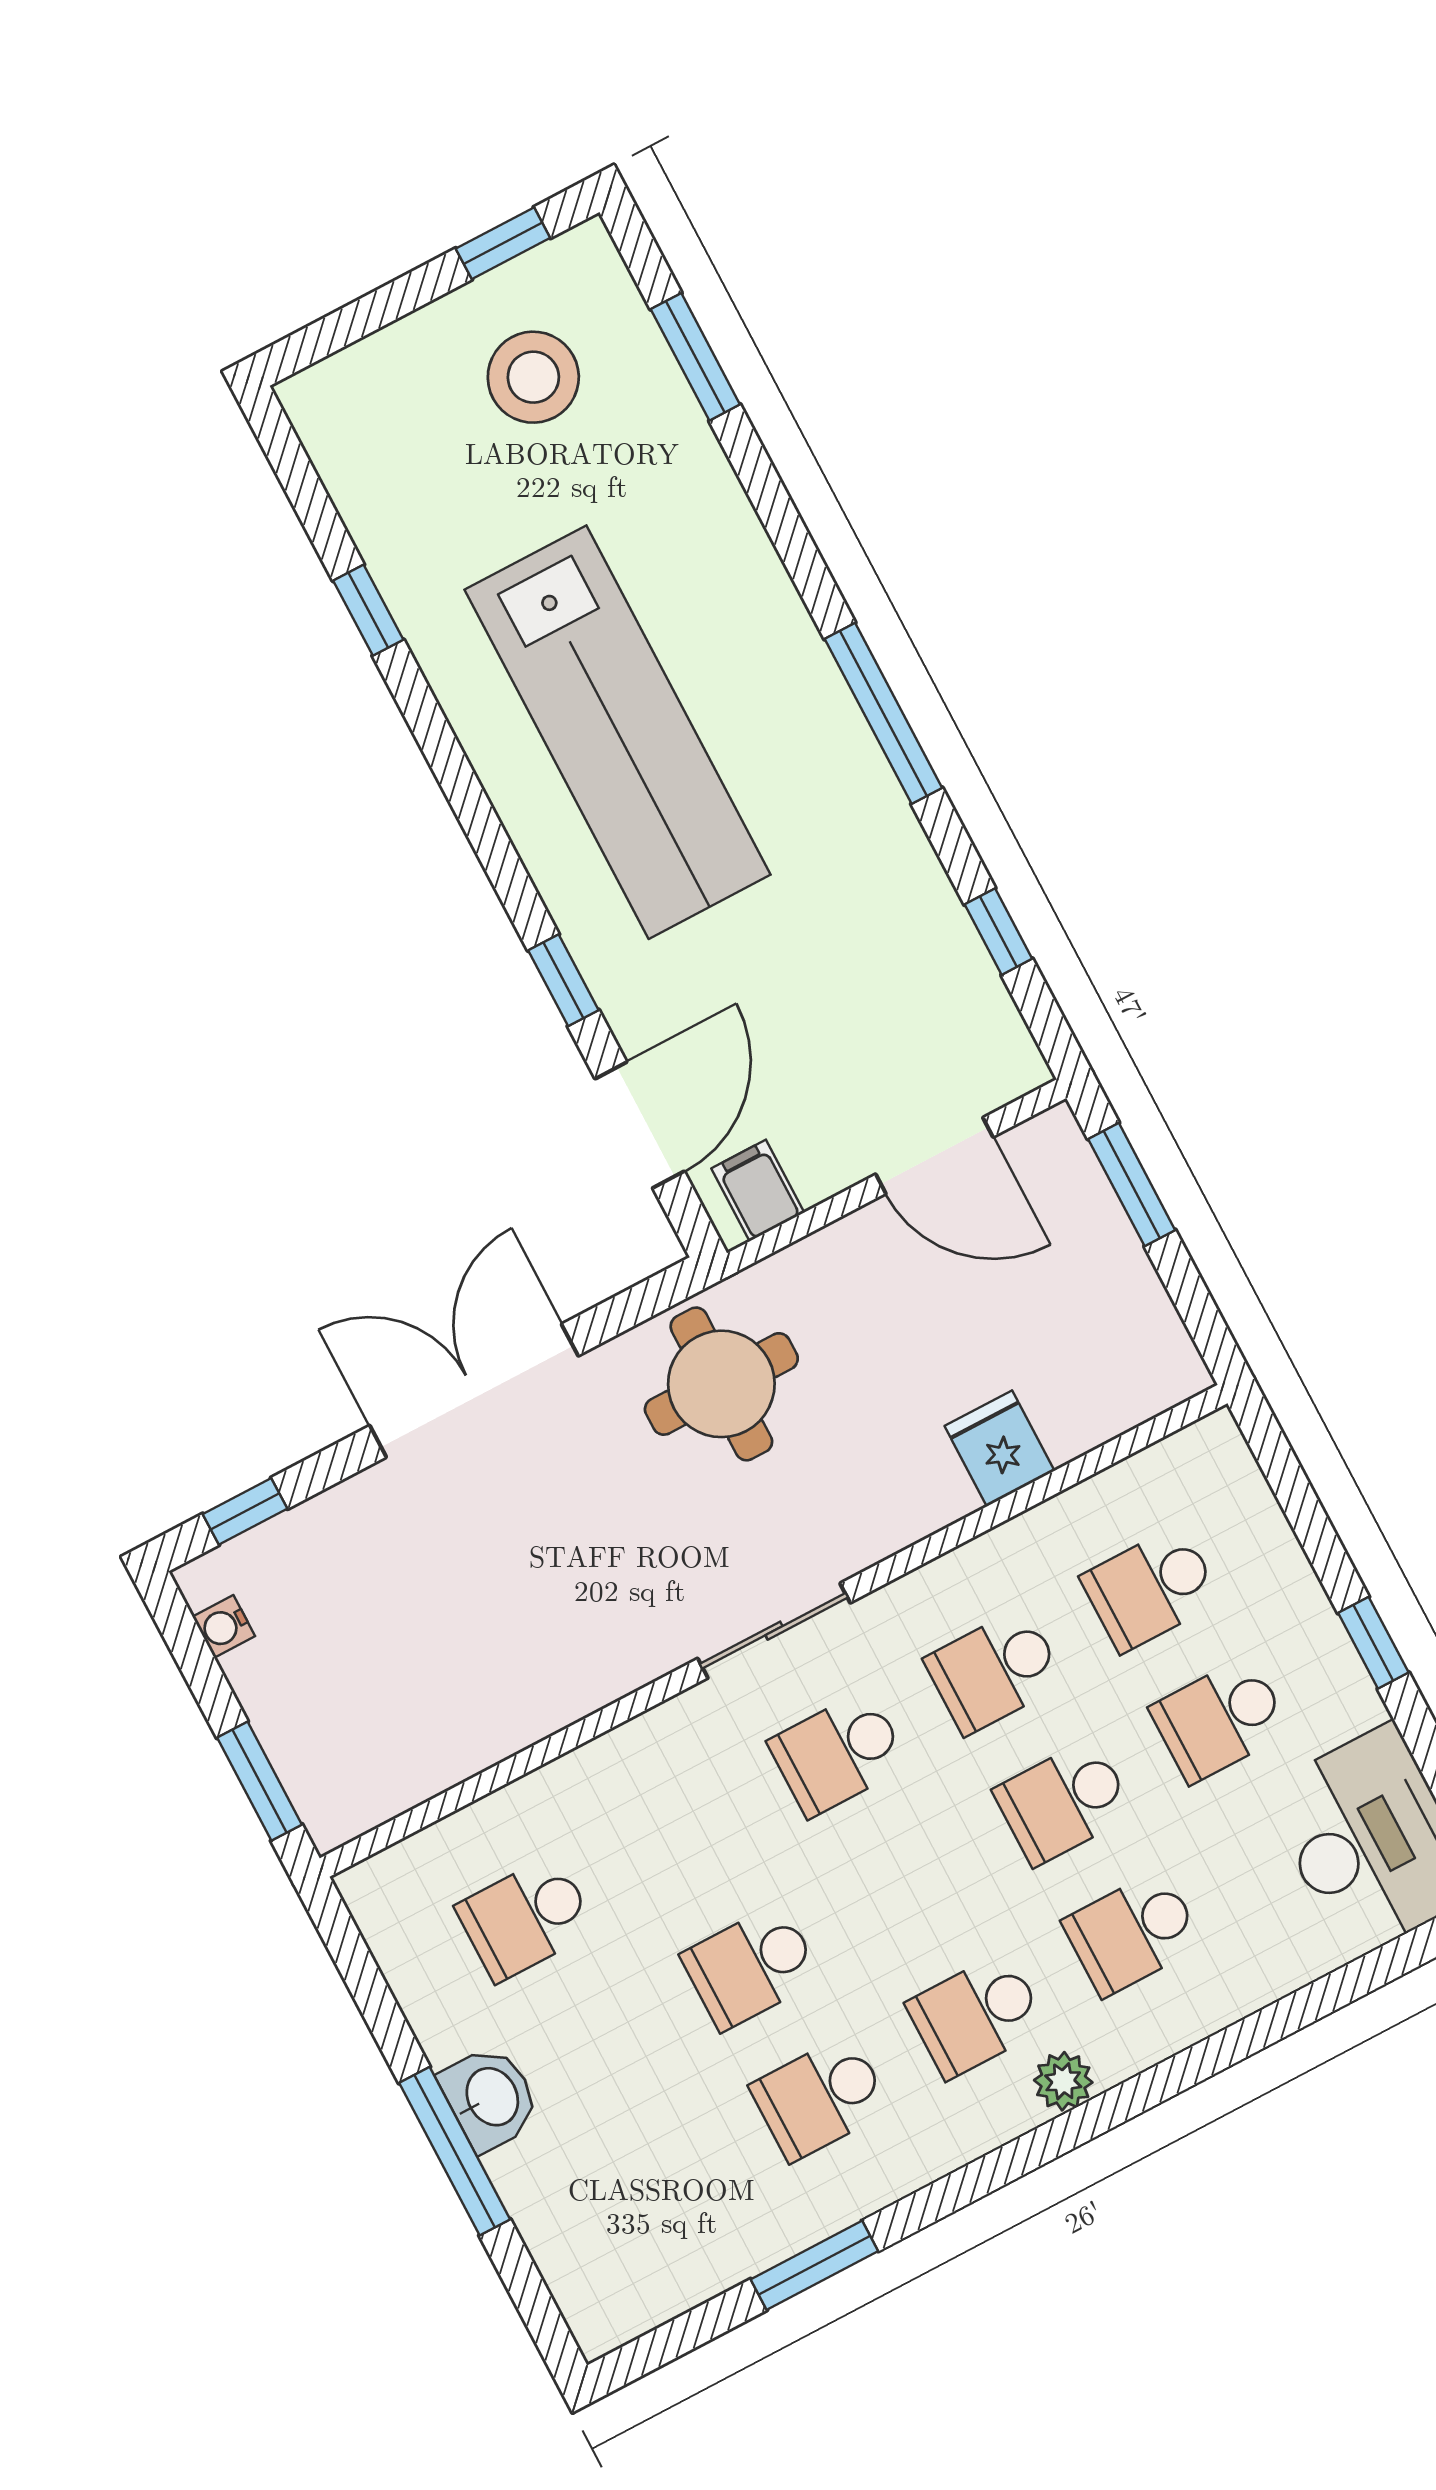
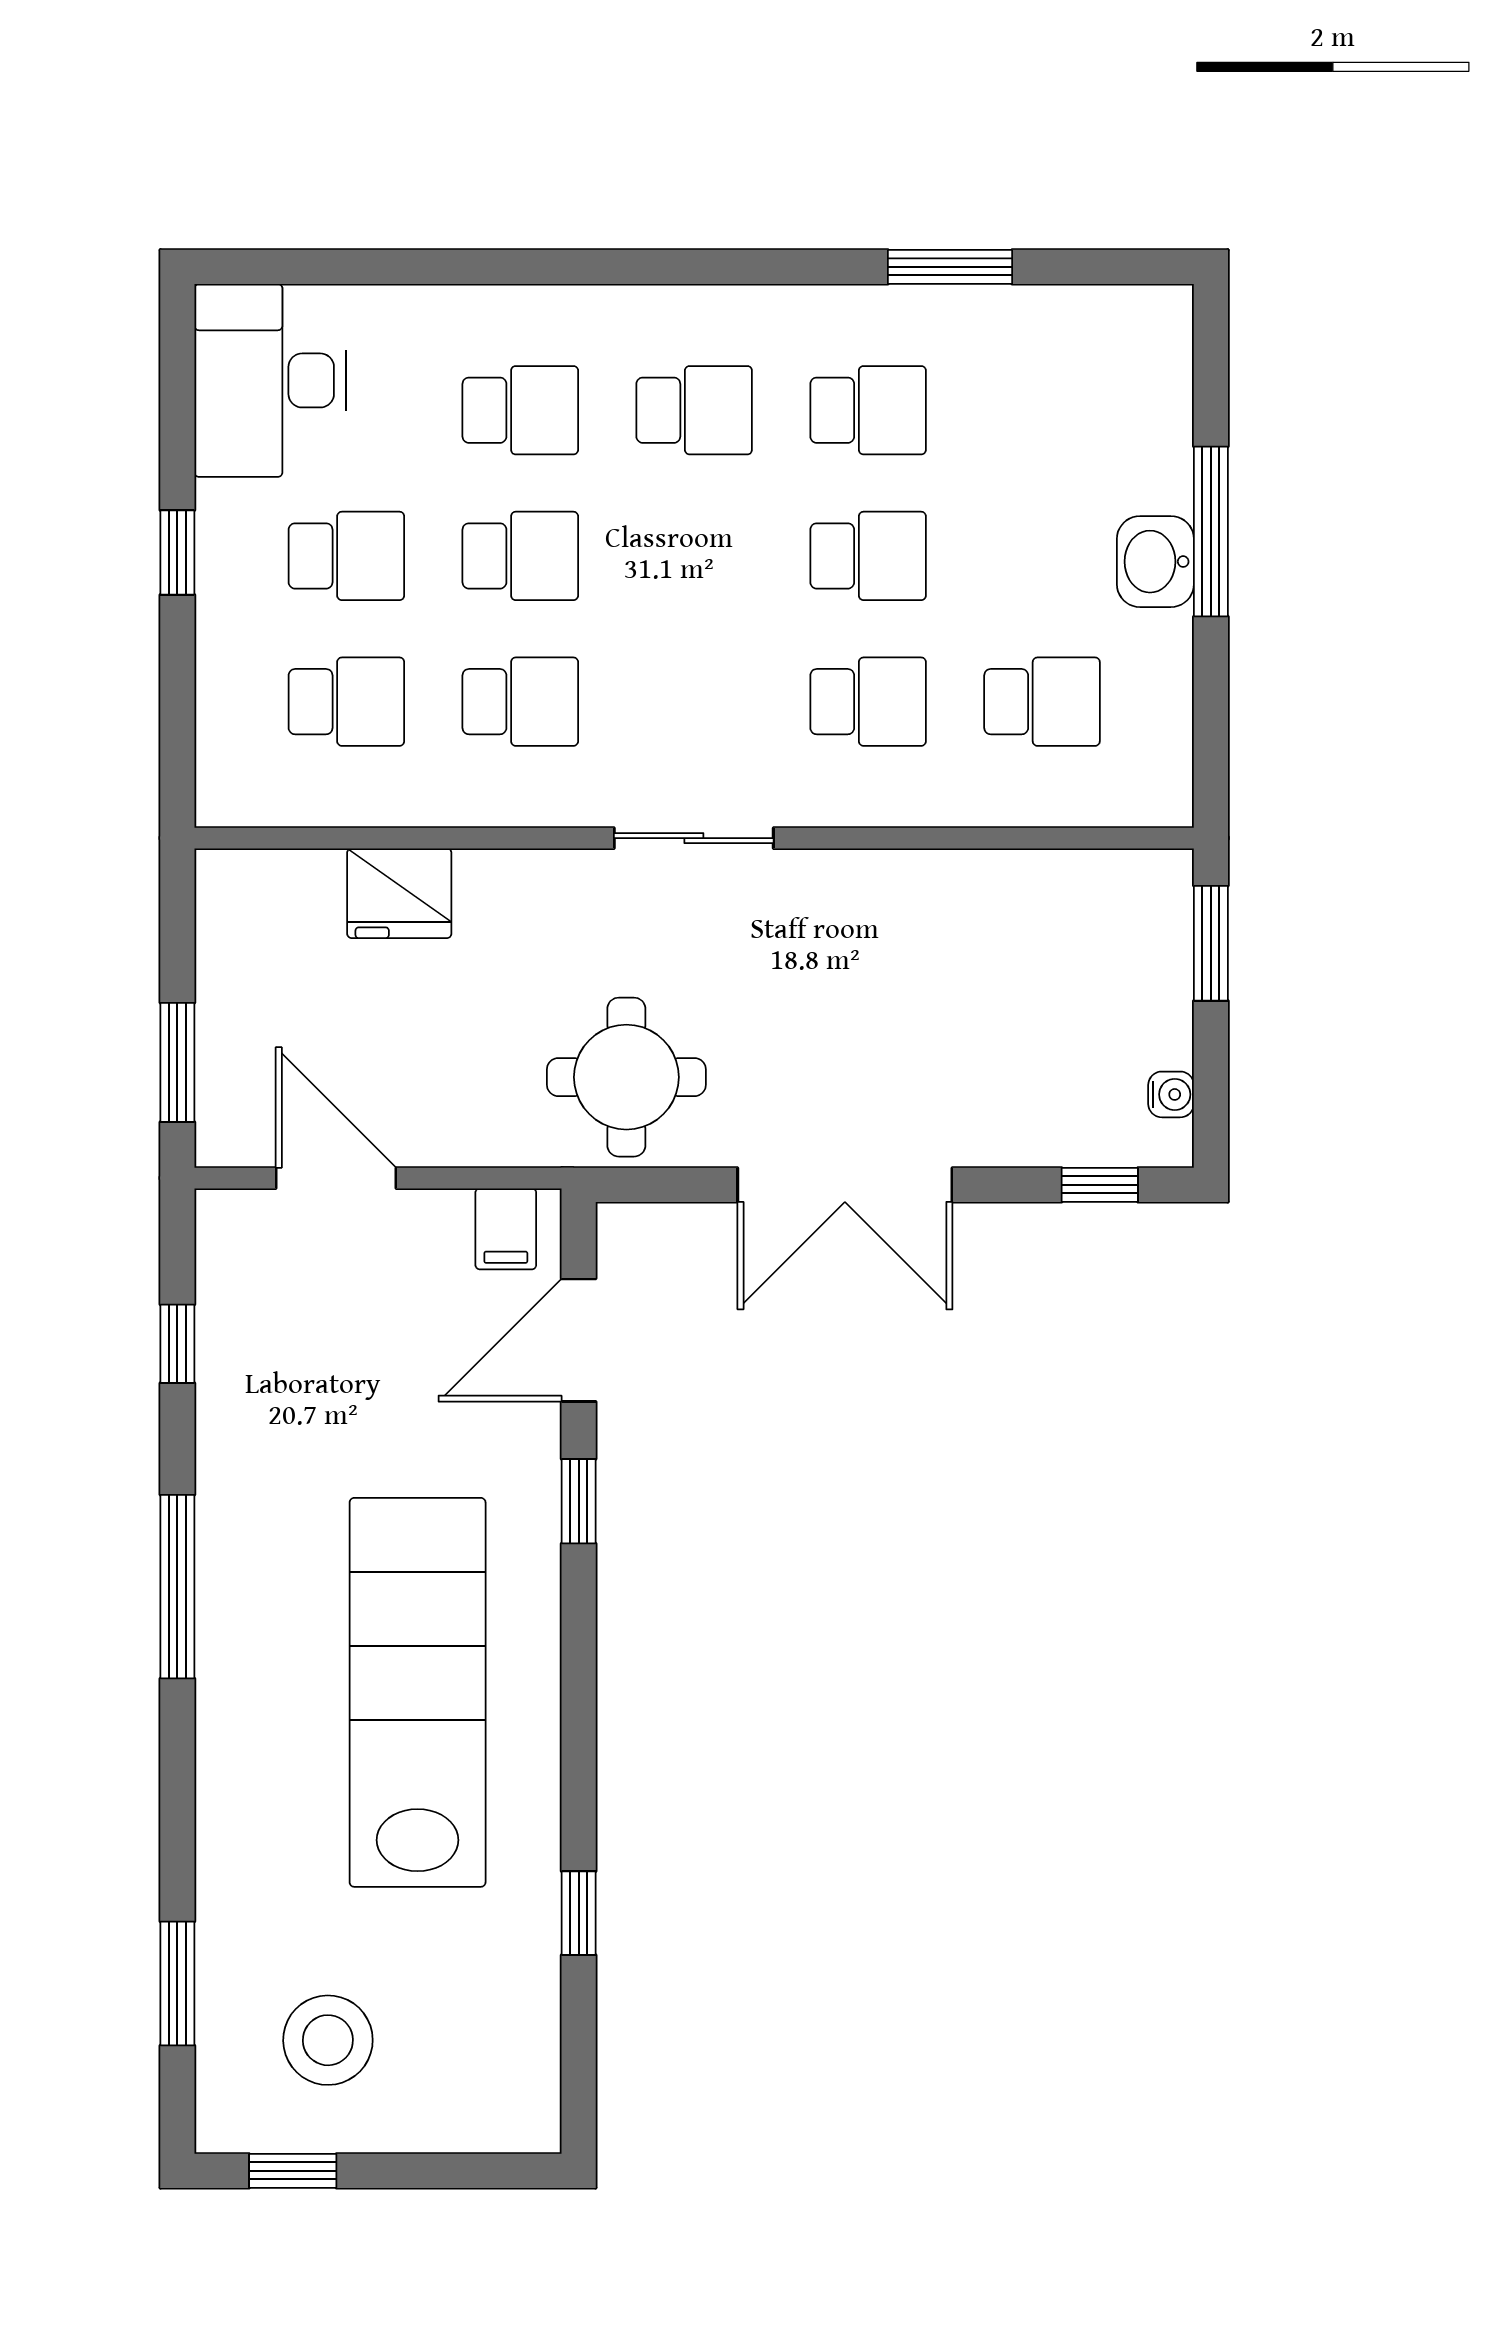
fridge: (999, 1448) -> (399, 893), width x1.38
school desk: (838, 1753) -> (868, 702), moved
plant: (1063, 2081) -> (649, 313), removed

